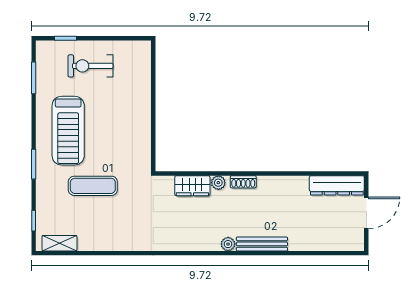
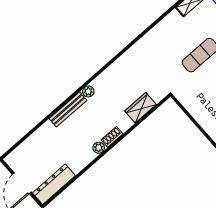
plant: (218, 183) -> (99, 148), moved

